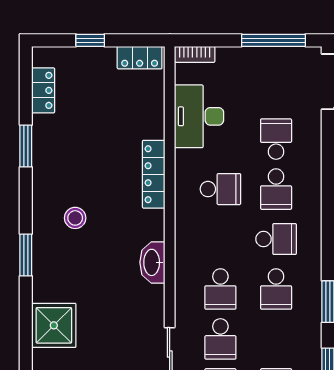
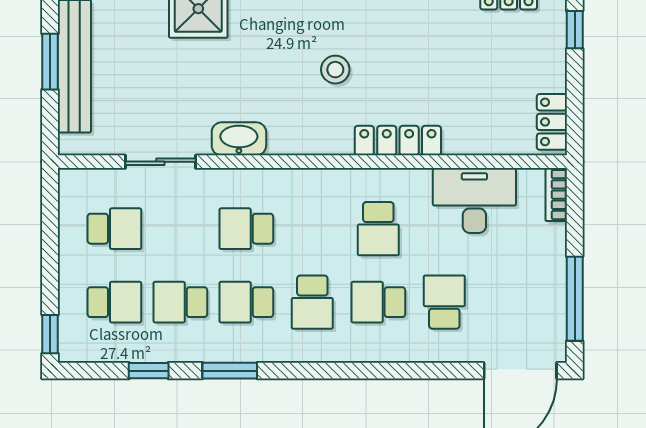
window: (90, 40) -> (575, 30), moved
school desk: (276, 139) -> (444, 302), turned -90
stool: (75, 218) -> (335, 70), moved
washbasin: (152, 262) -> (239, 139), moved
school desk: (220, 339) -> (180, 302), moved

